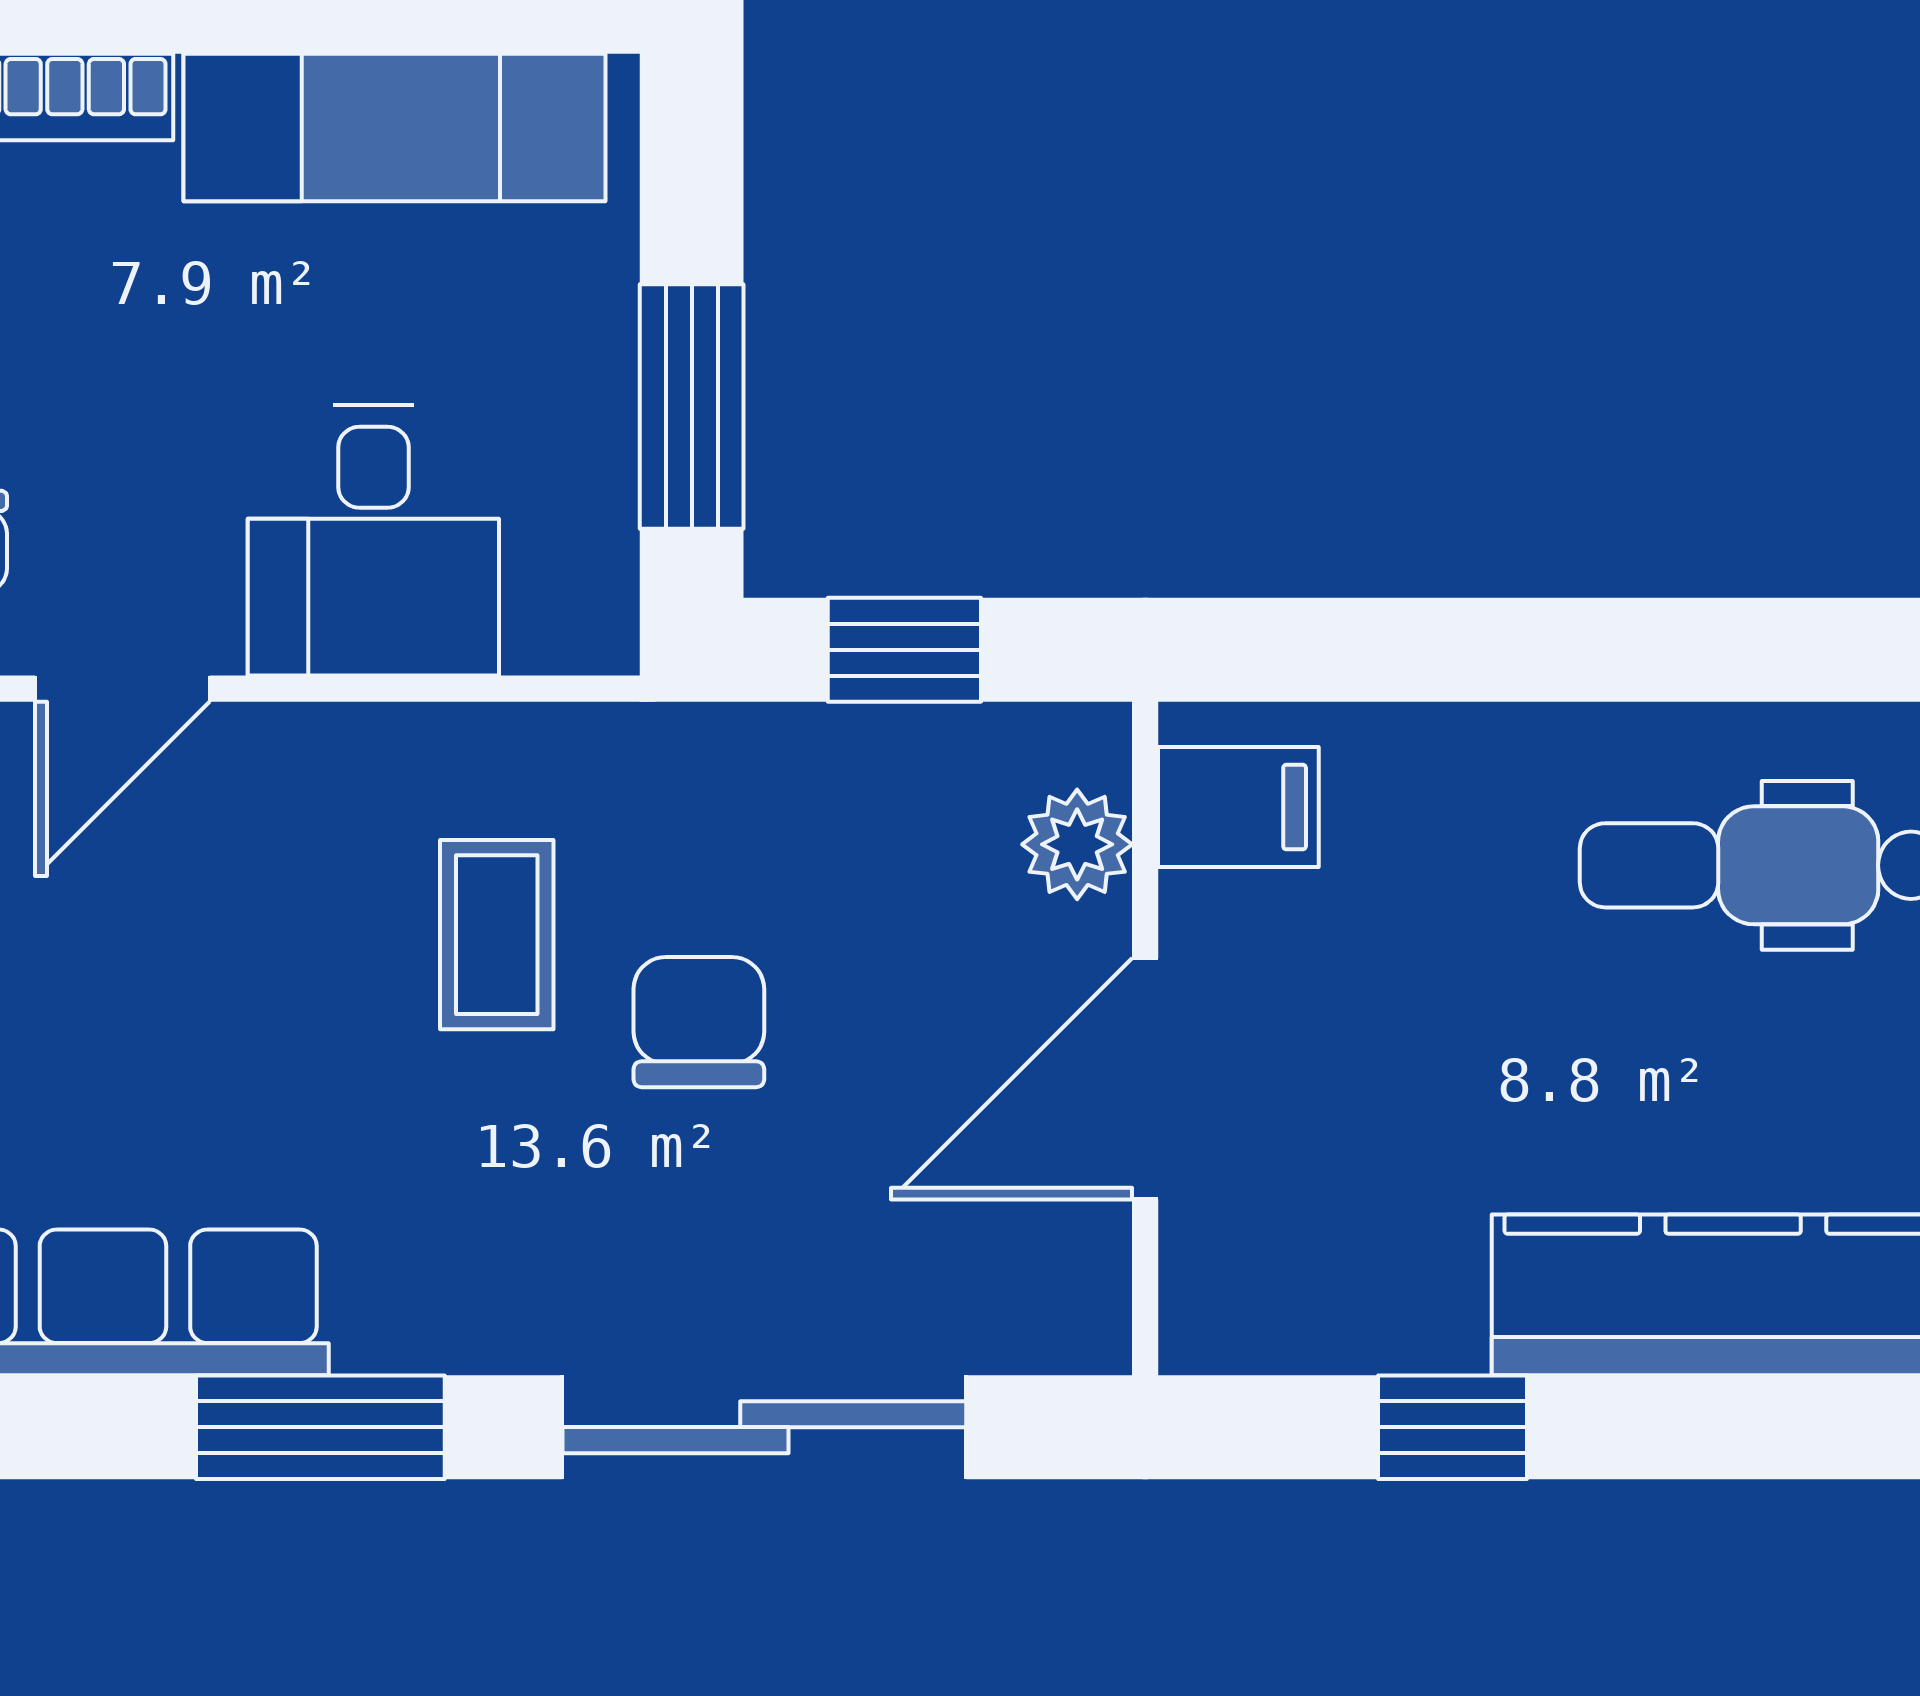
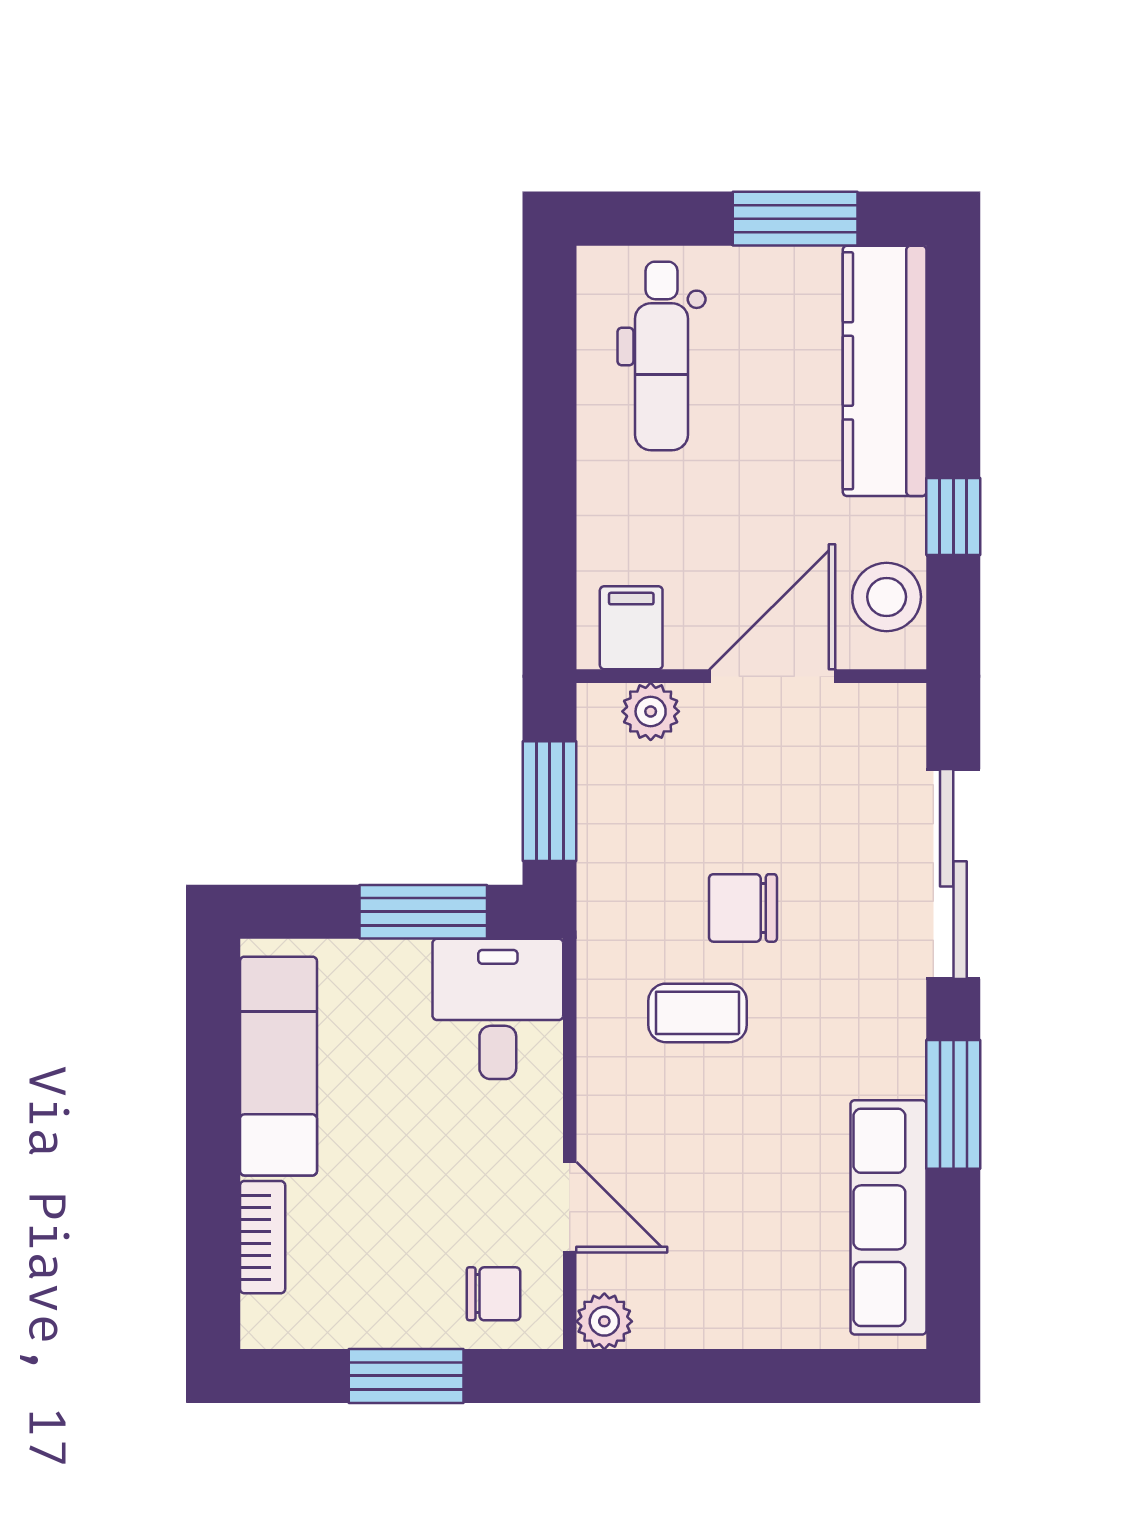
desk: (373, 540) -> (498, 1009), moved, turned -90
window: (904, 650) -> (550, 801), width x1.50
door: (1145, 1079) -> (772, 676), swing flipped
stool: (1298, 1299) -> (887, 597), added

